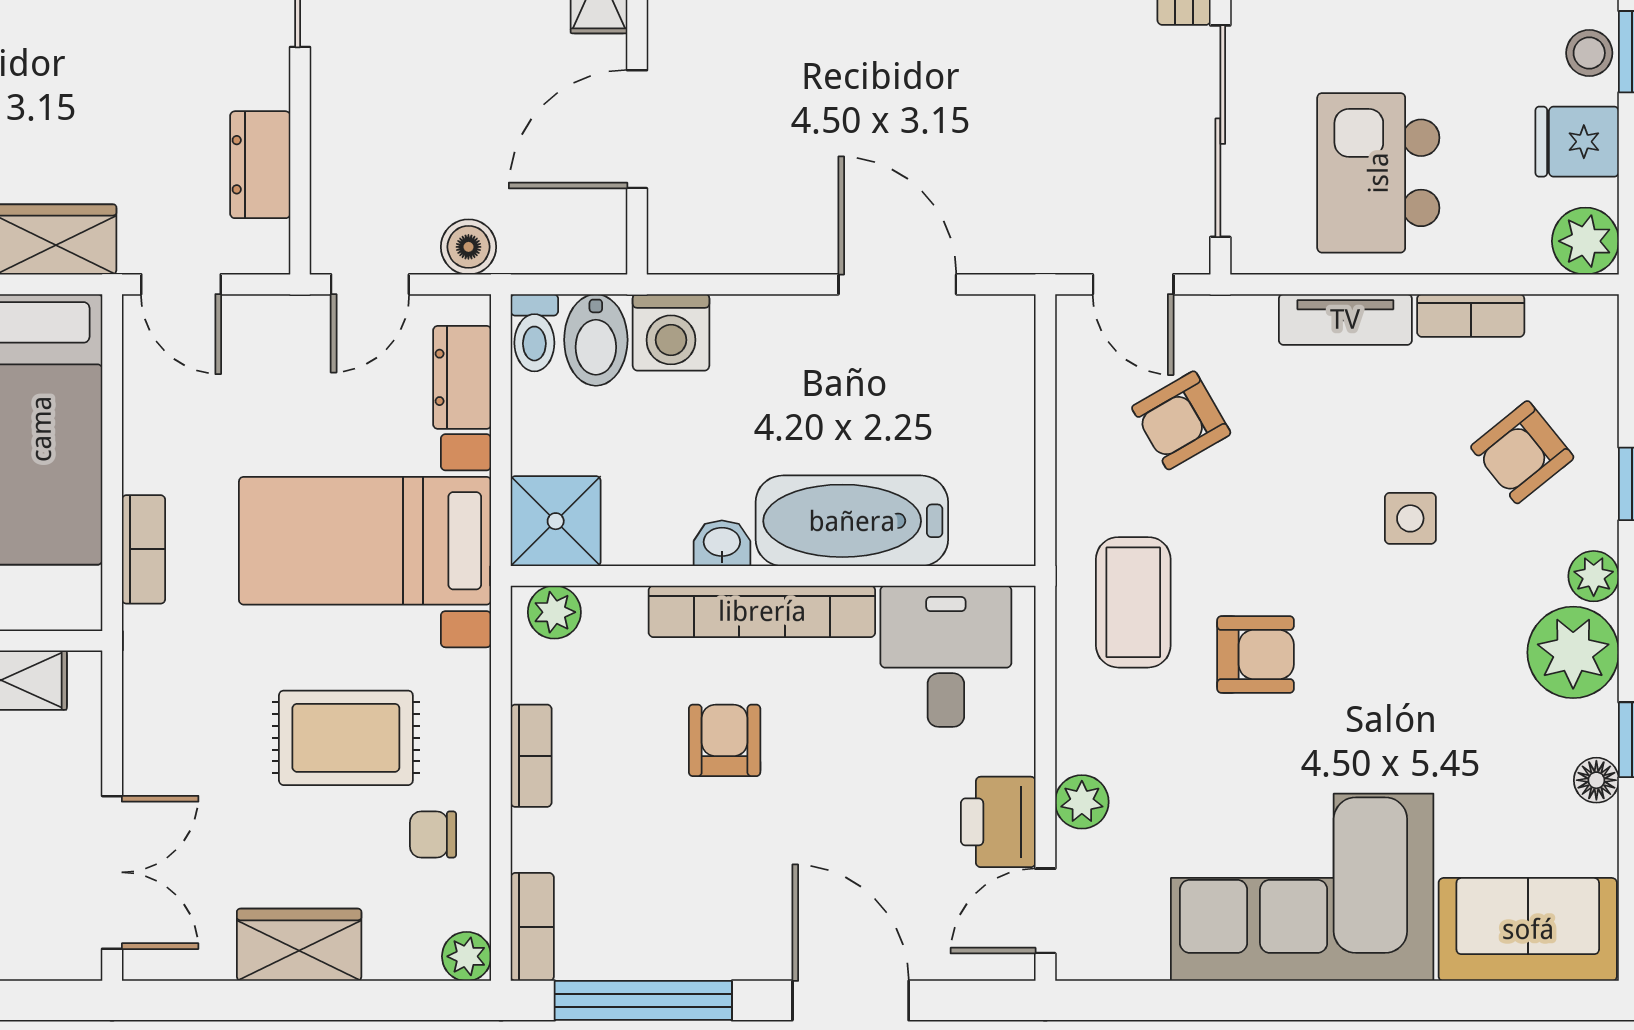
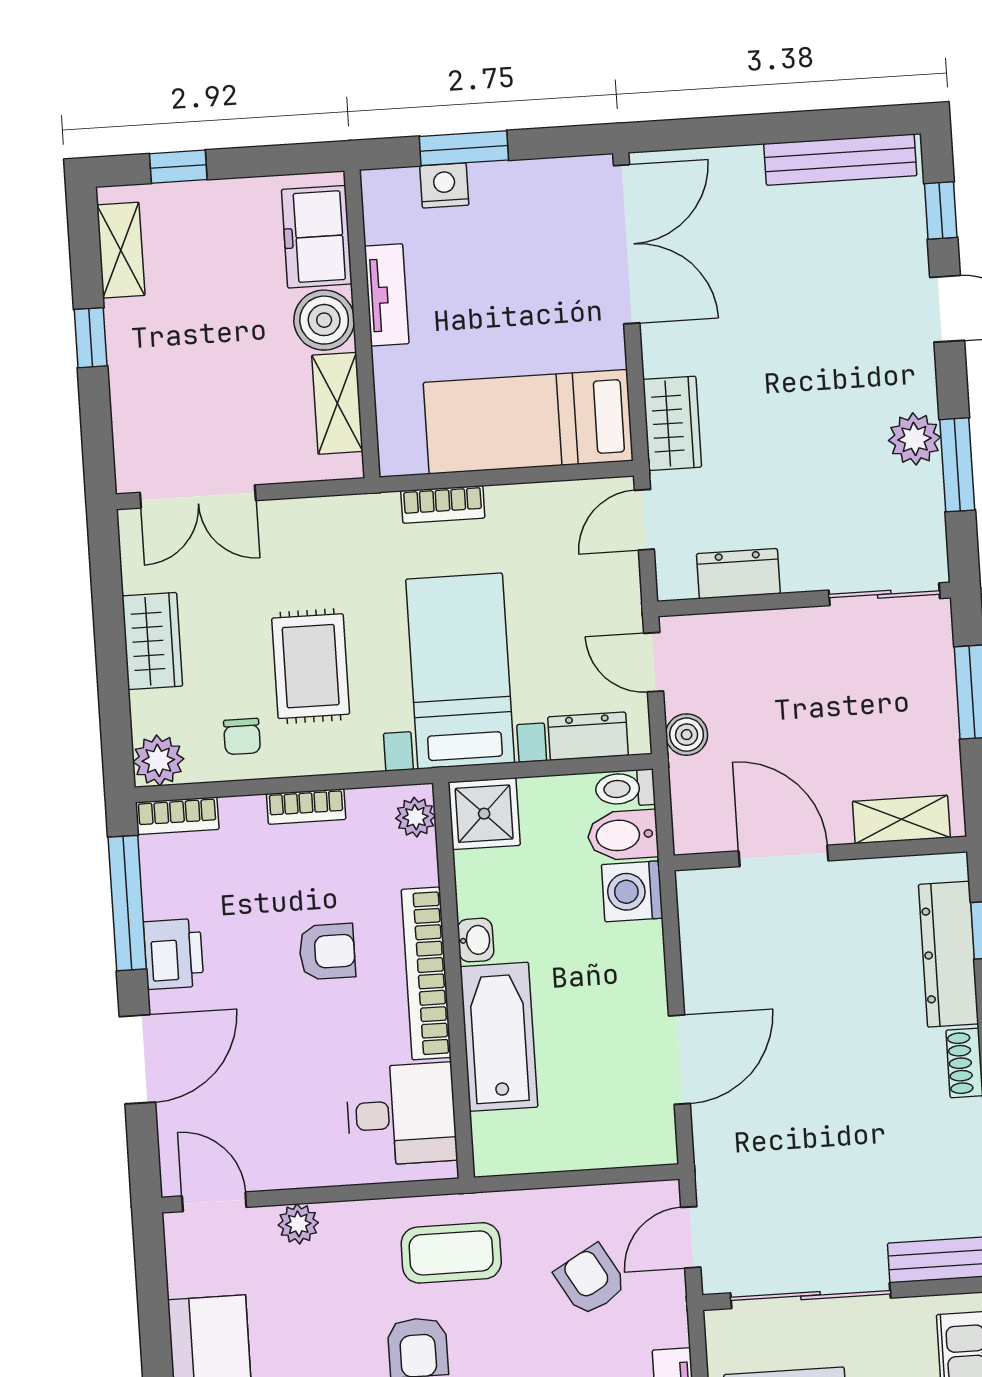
printer: (998, 822) -> (174, 954), moved, turned 90
chair: (433, 834) -> (242, 736), turned 180
plant: (467, 956) -> (158, 760), width x1.38, depth x1.38

